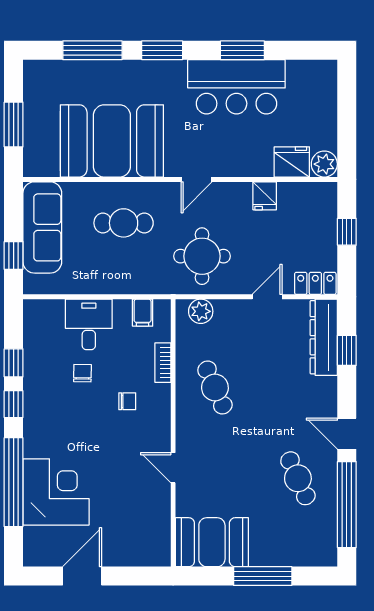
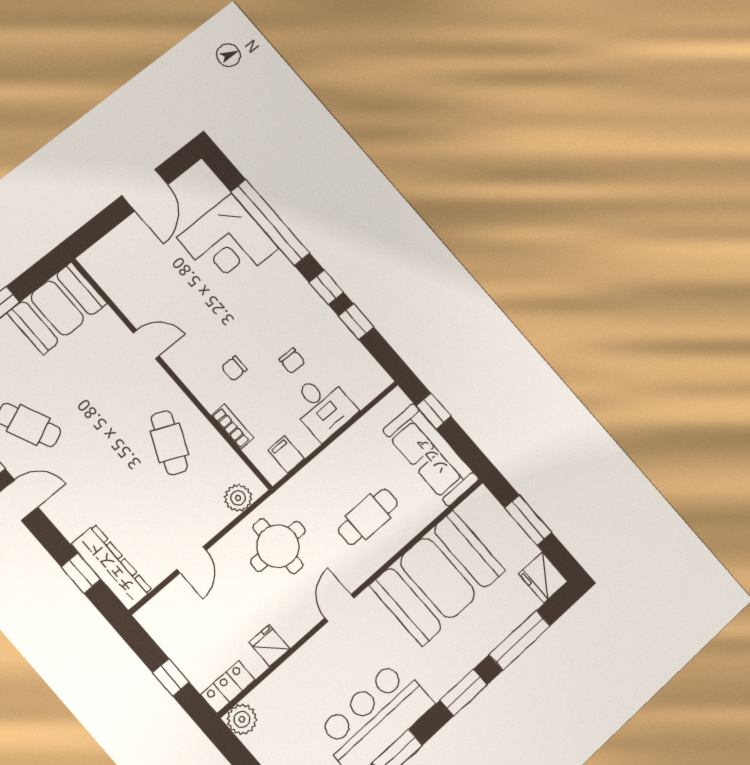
fridge: (292, 162) -> (543, 577), moved, turned 90
locker: (315, 283) -> (228, 687), moved, turned 180
cafe table: (215, 387) -> (169, 443), turned 48

